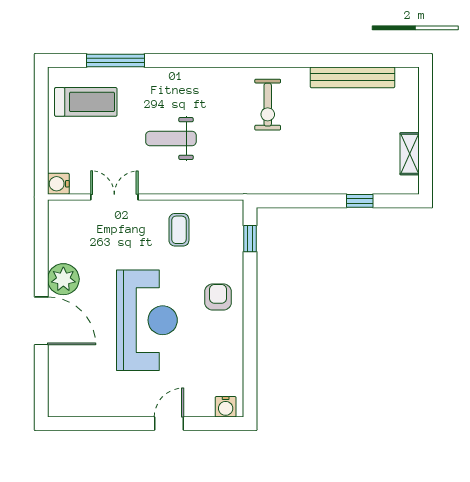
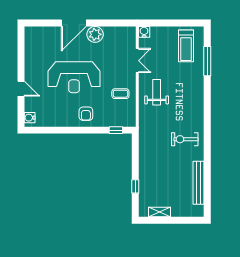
weight bench: (171, 138) -> (157, 92), moved
armchair: (218, 297) -> (86, 114), turned 90

